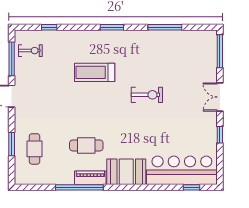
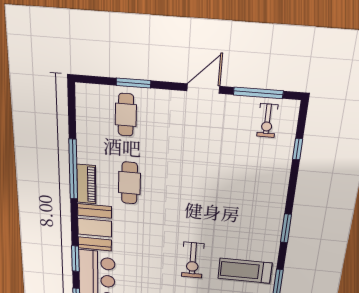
treadmill: (95, 72) -> (245, 271), moved, turned -90
cafe table: (35, 149) -> (126, 115), turned 90
window: (156, 187) -> (75, 259), added

